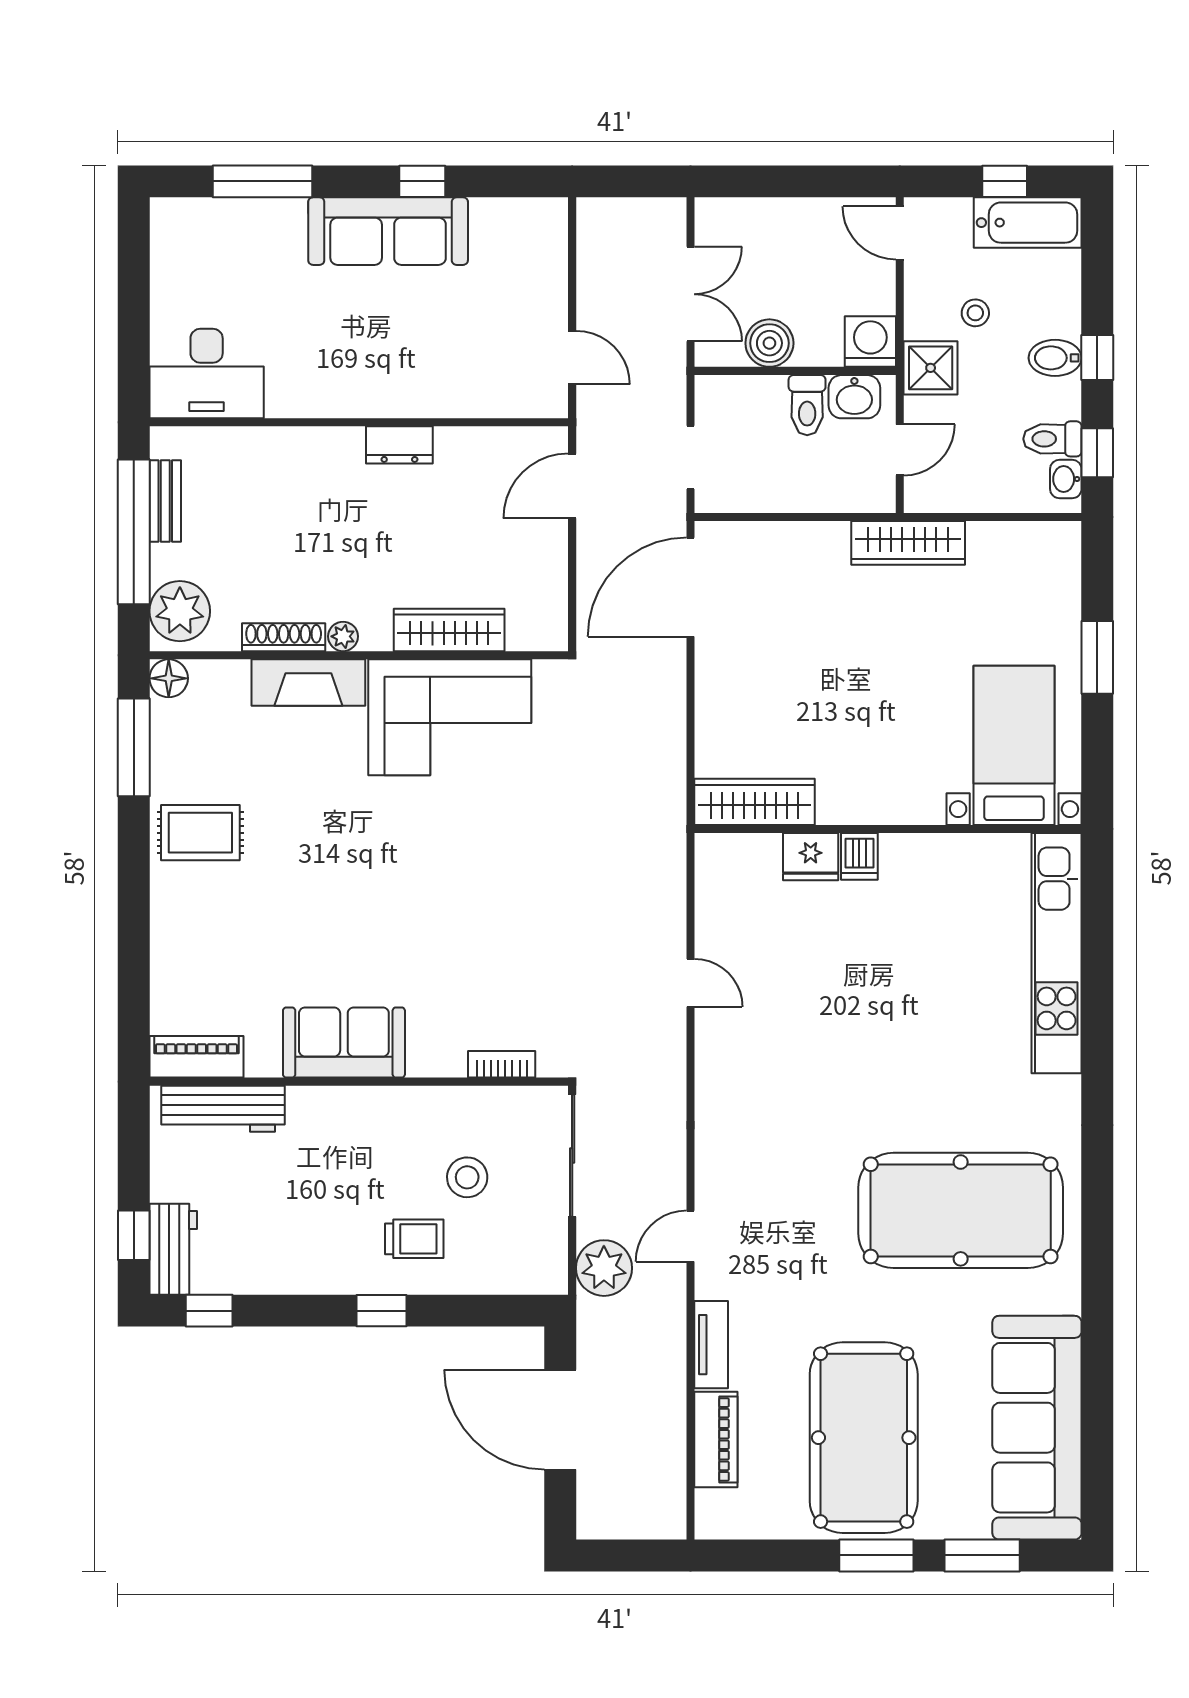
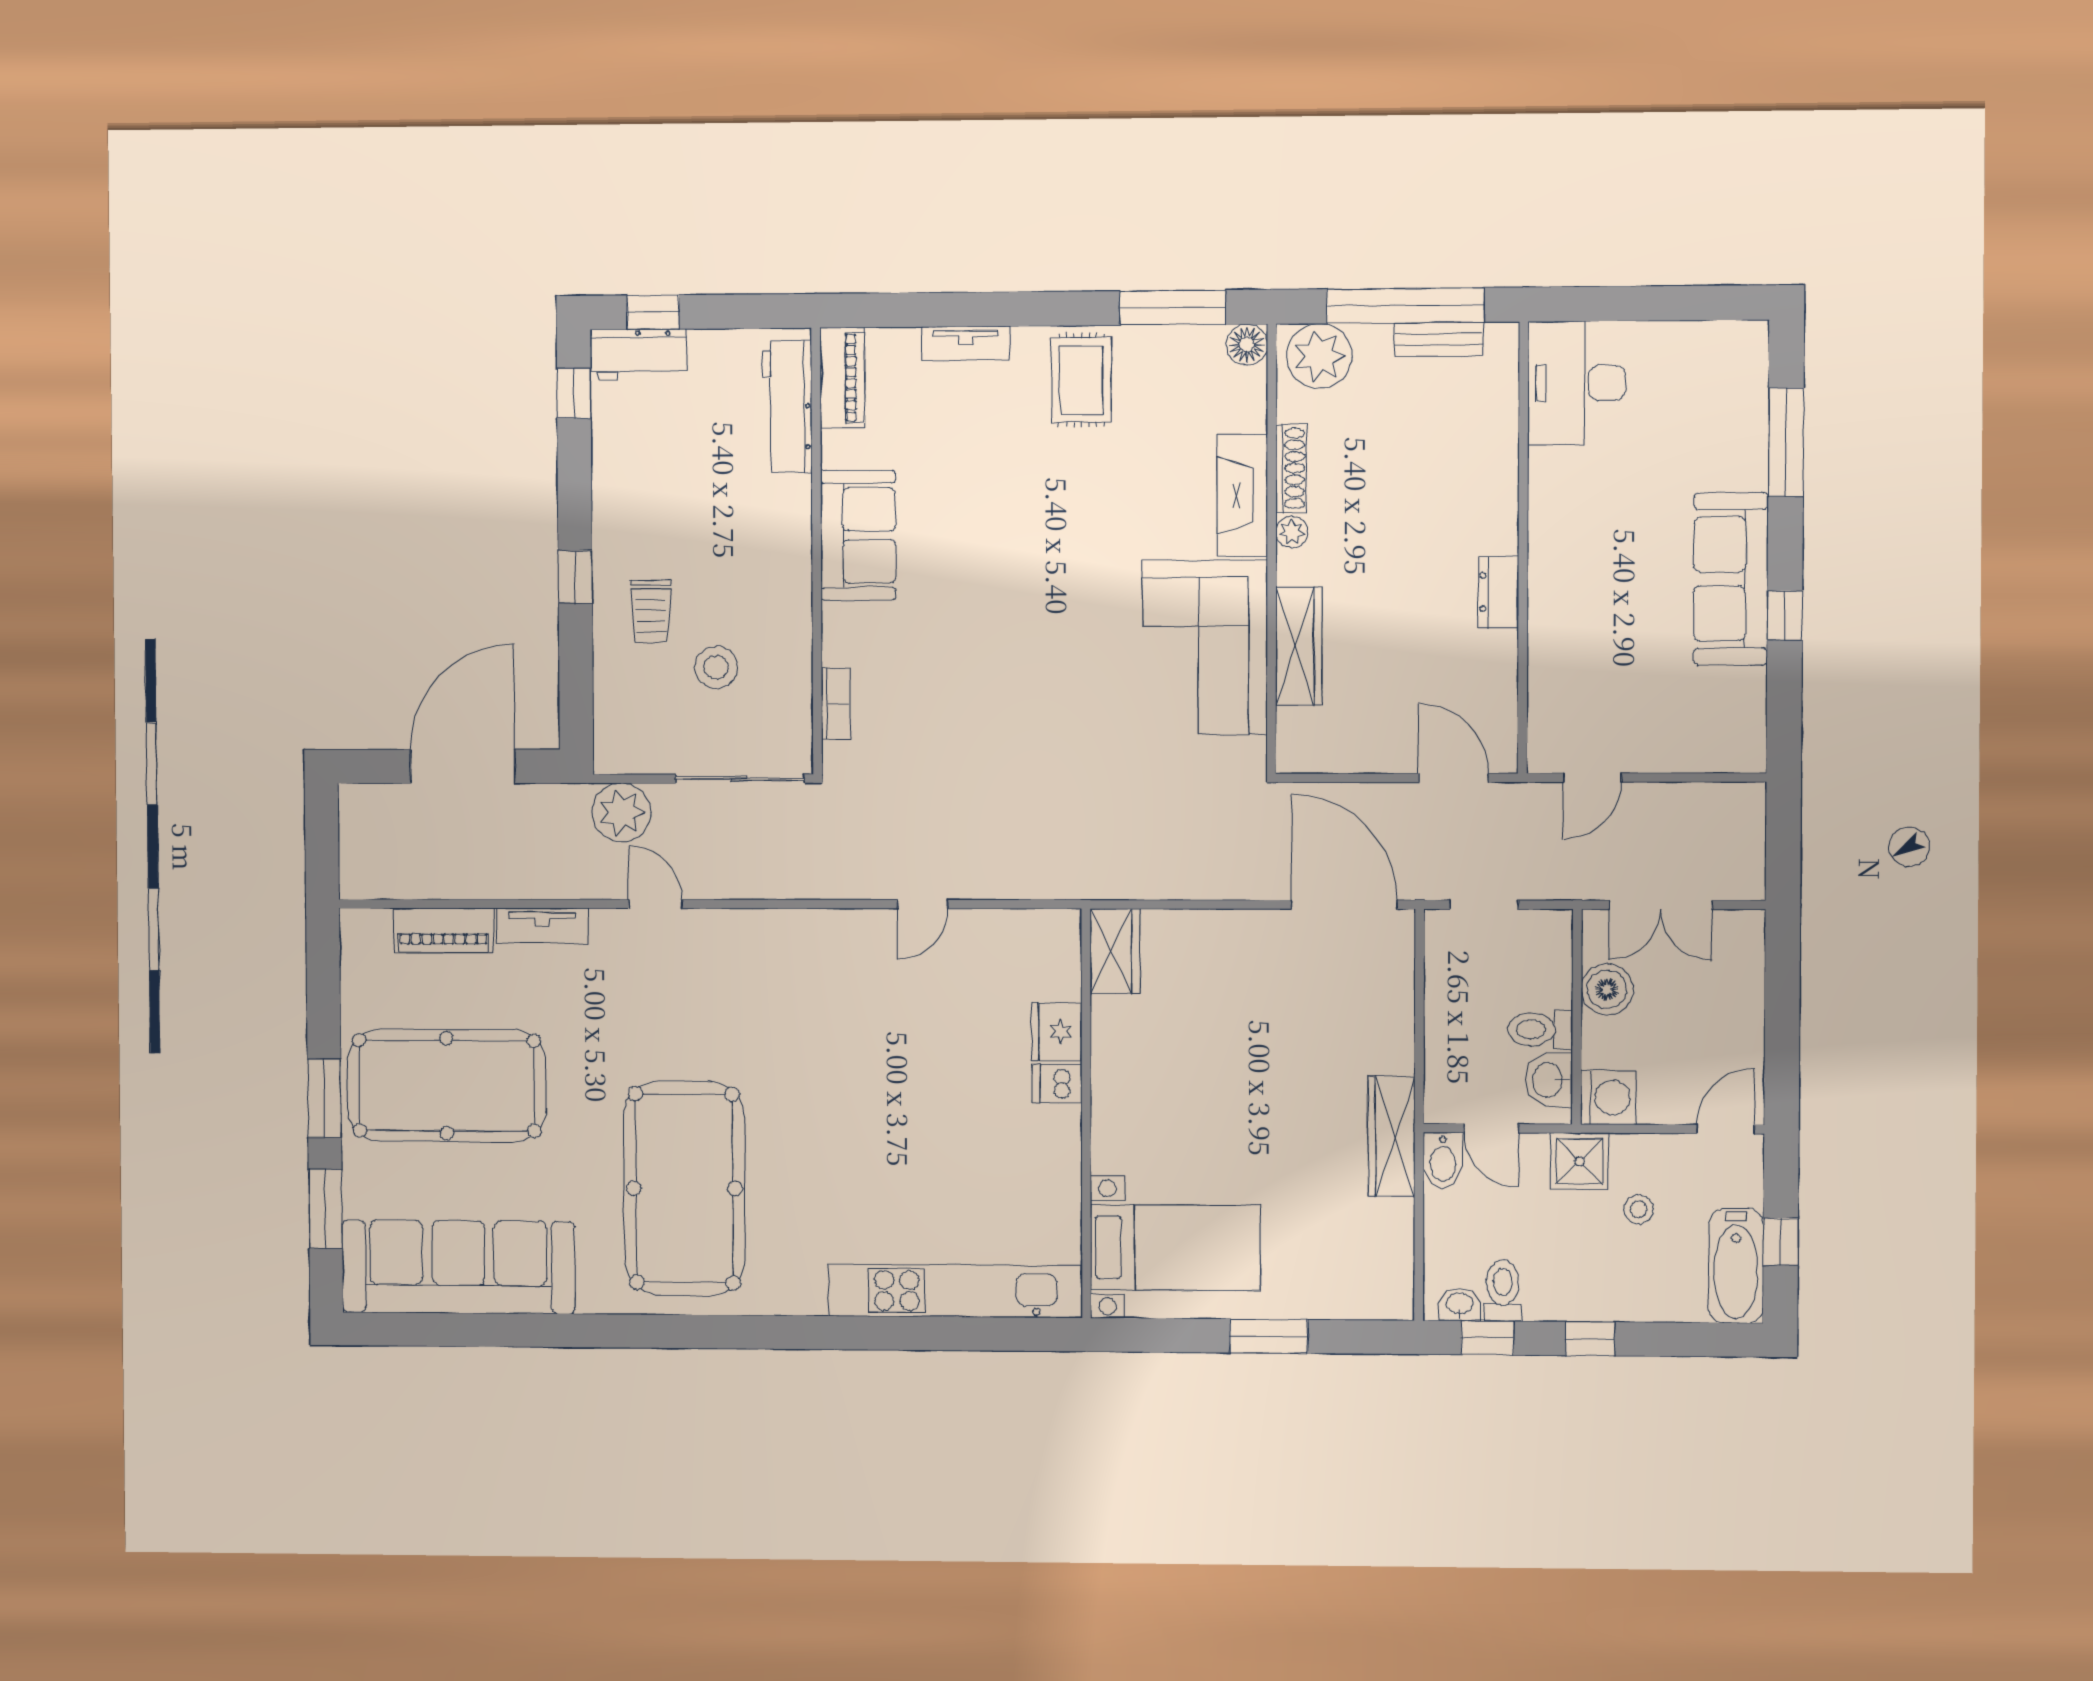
bidet: (1055, 358) -> (1443, 1160), moved, turned 180
wardrobe: (755, 802) -> (1115, 951), width x0.67
tv unit: (165, 941) -> (965, 343), added

